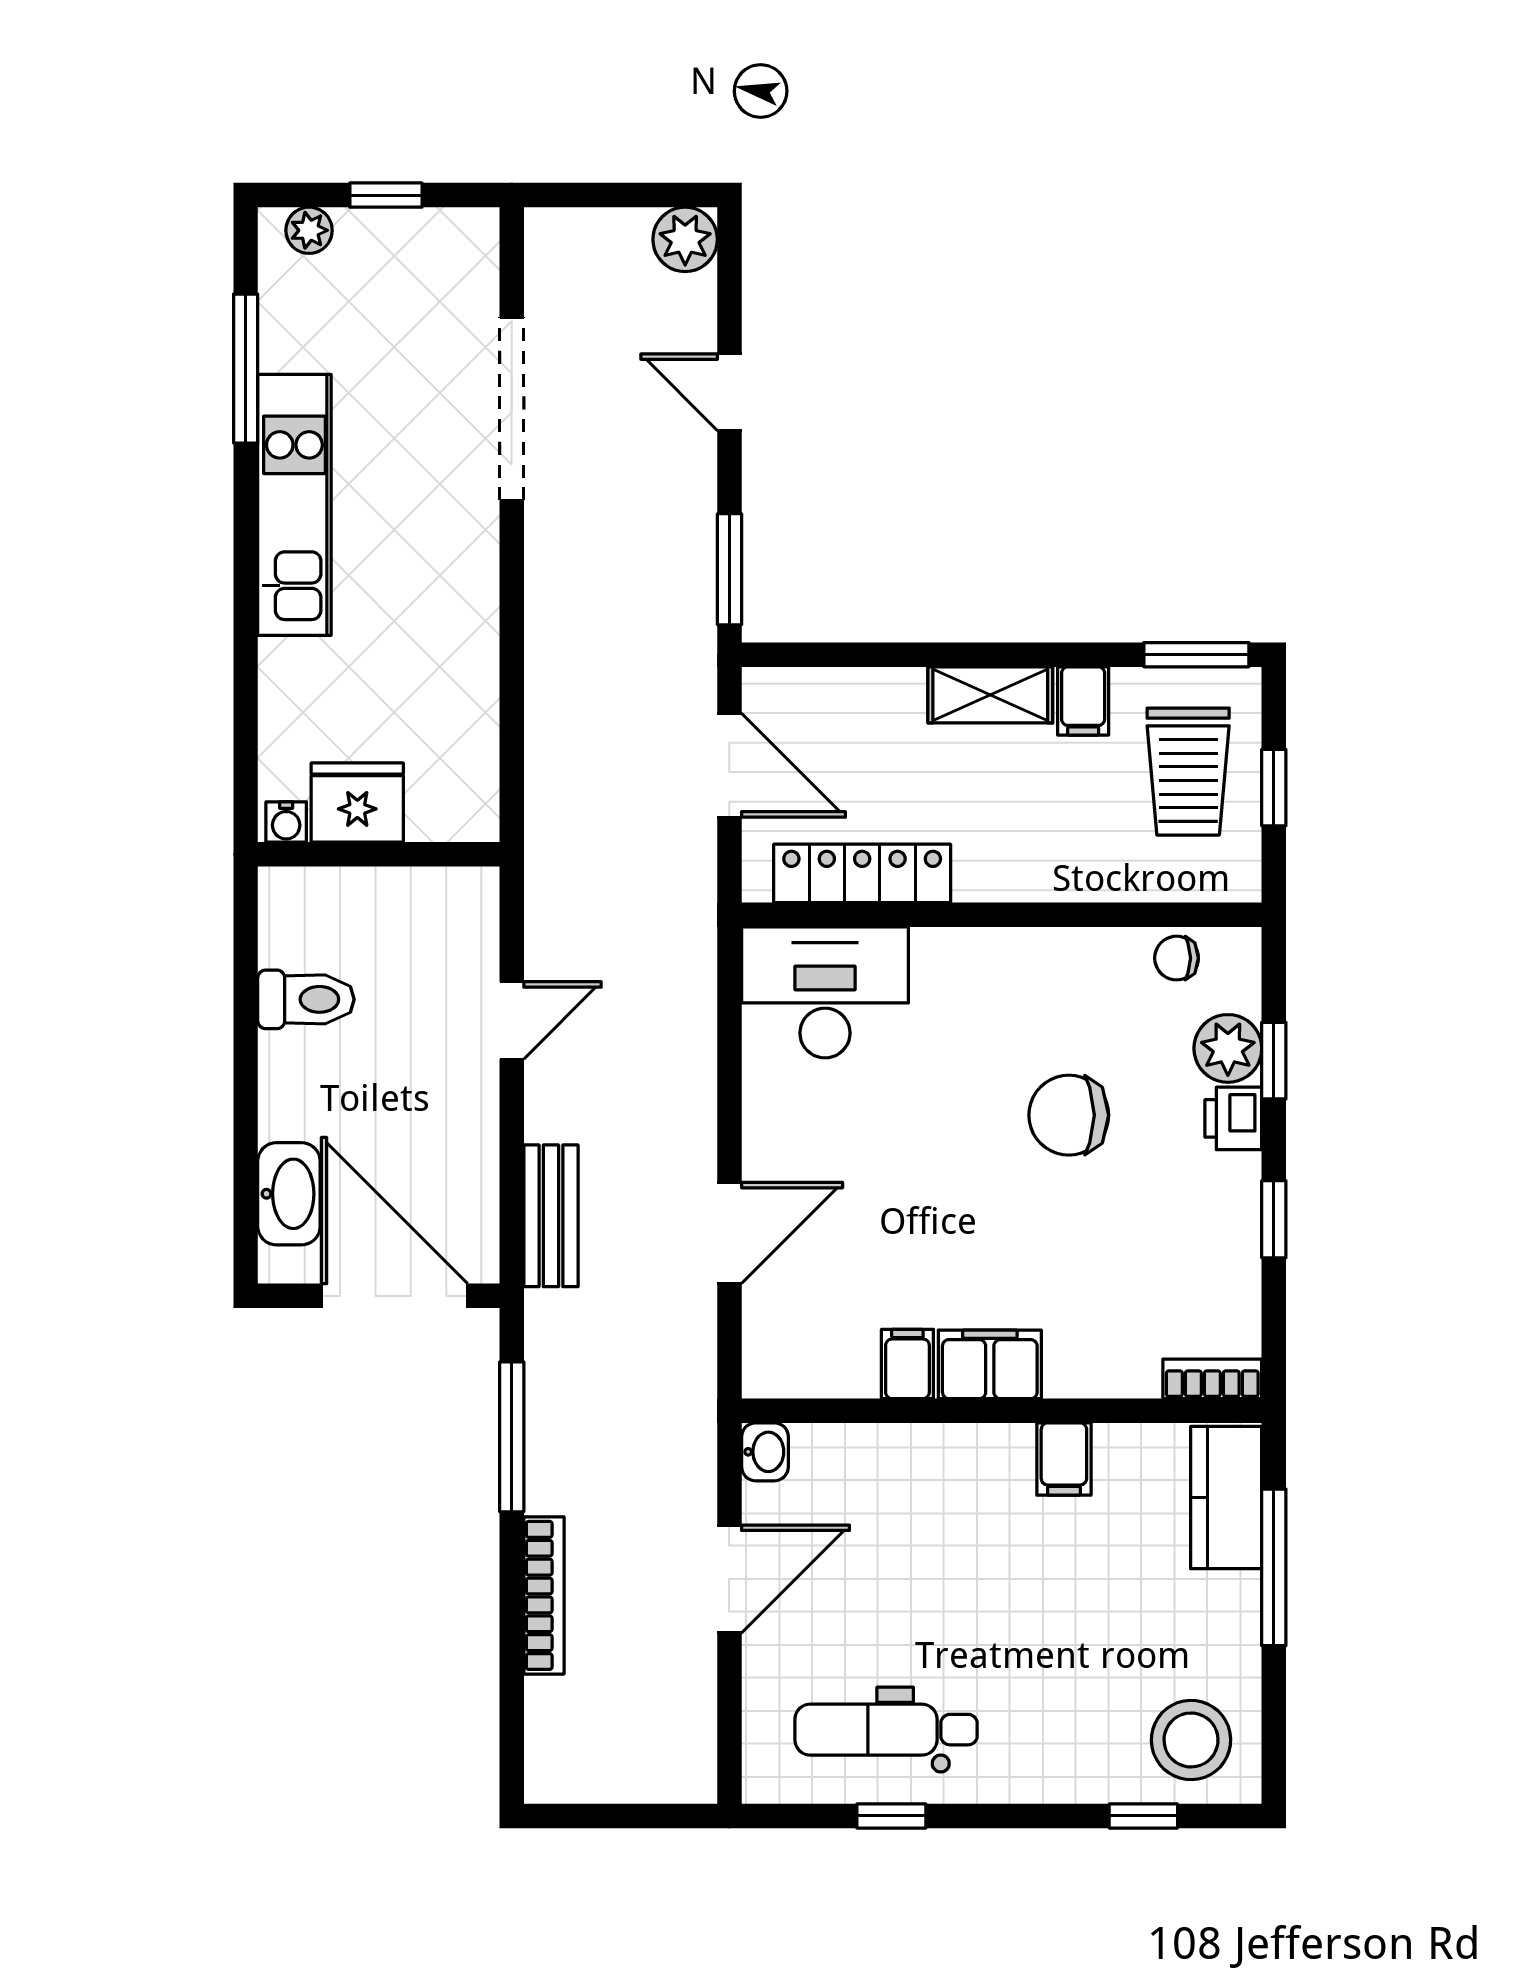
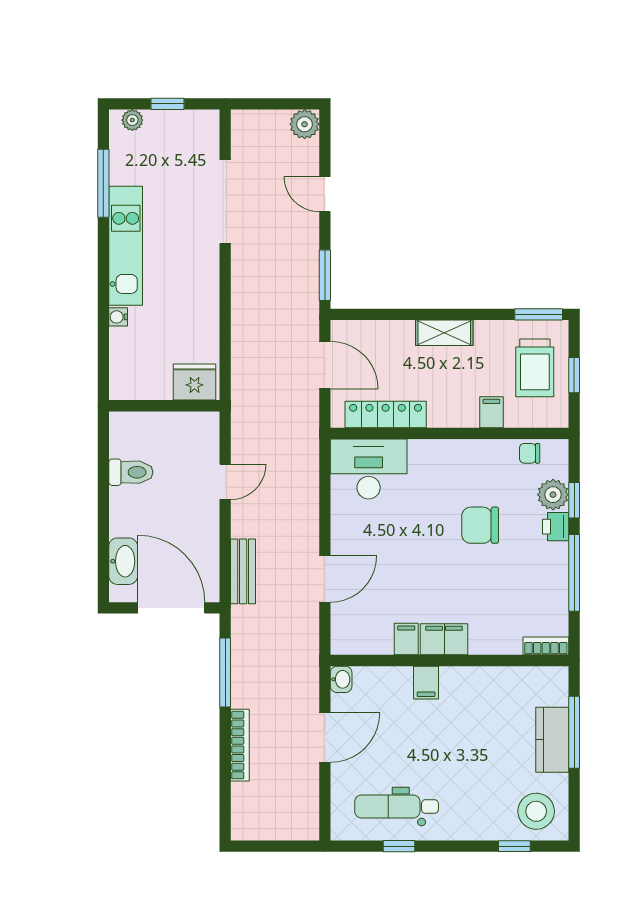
filing cabinet: (1083, 701) -> (491, 412), moved, turned 180
fridge: (357, 803) -> (195, 382), moved
water cooler: (286, 822) -> (118, 317), moved, turned 90
window: (1274, 1219) -> (574, 573), width x2.17
filing cabinet: (1064, 1459) -> (426, 683), moved
kitchen counter: (1226, 1498) -> (552, 740), moved

